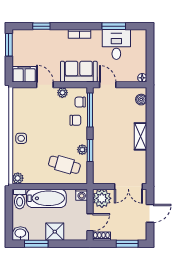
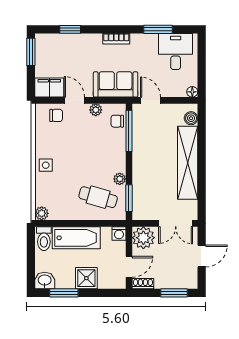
desk: (116, 44) -> (176, 52), moved
chair: (75, 120) -> (56, 115), moved
shelving: (140, 136) -> (188, 163), width x2.20, depth x1.33
window: (90, 150) -> (129, 198), moved

